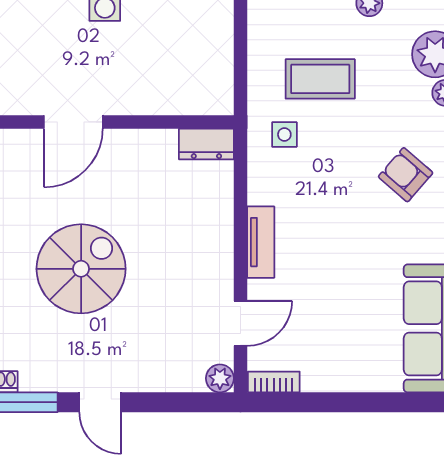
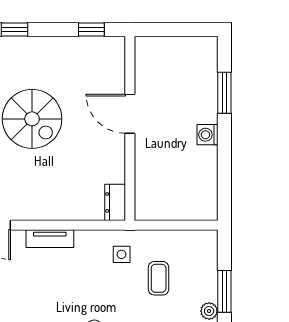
coffee table: (320, 79) -> (159, 278), width x0.73, depth x0.77

